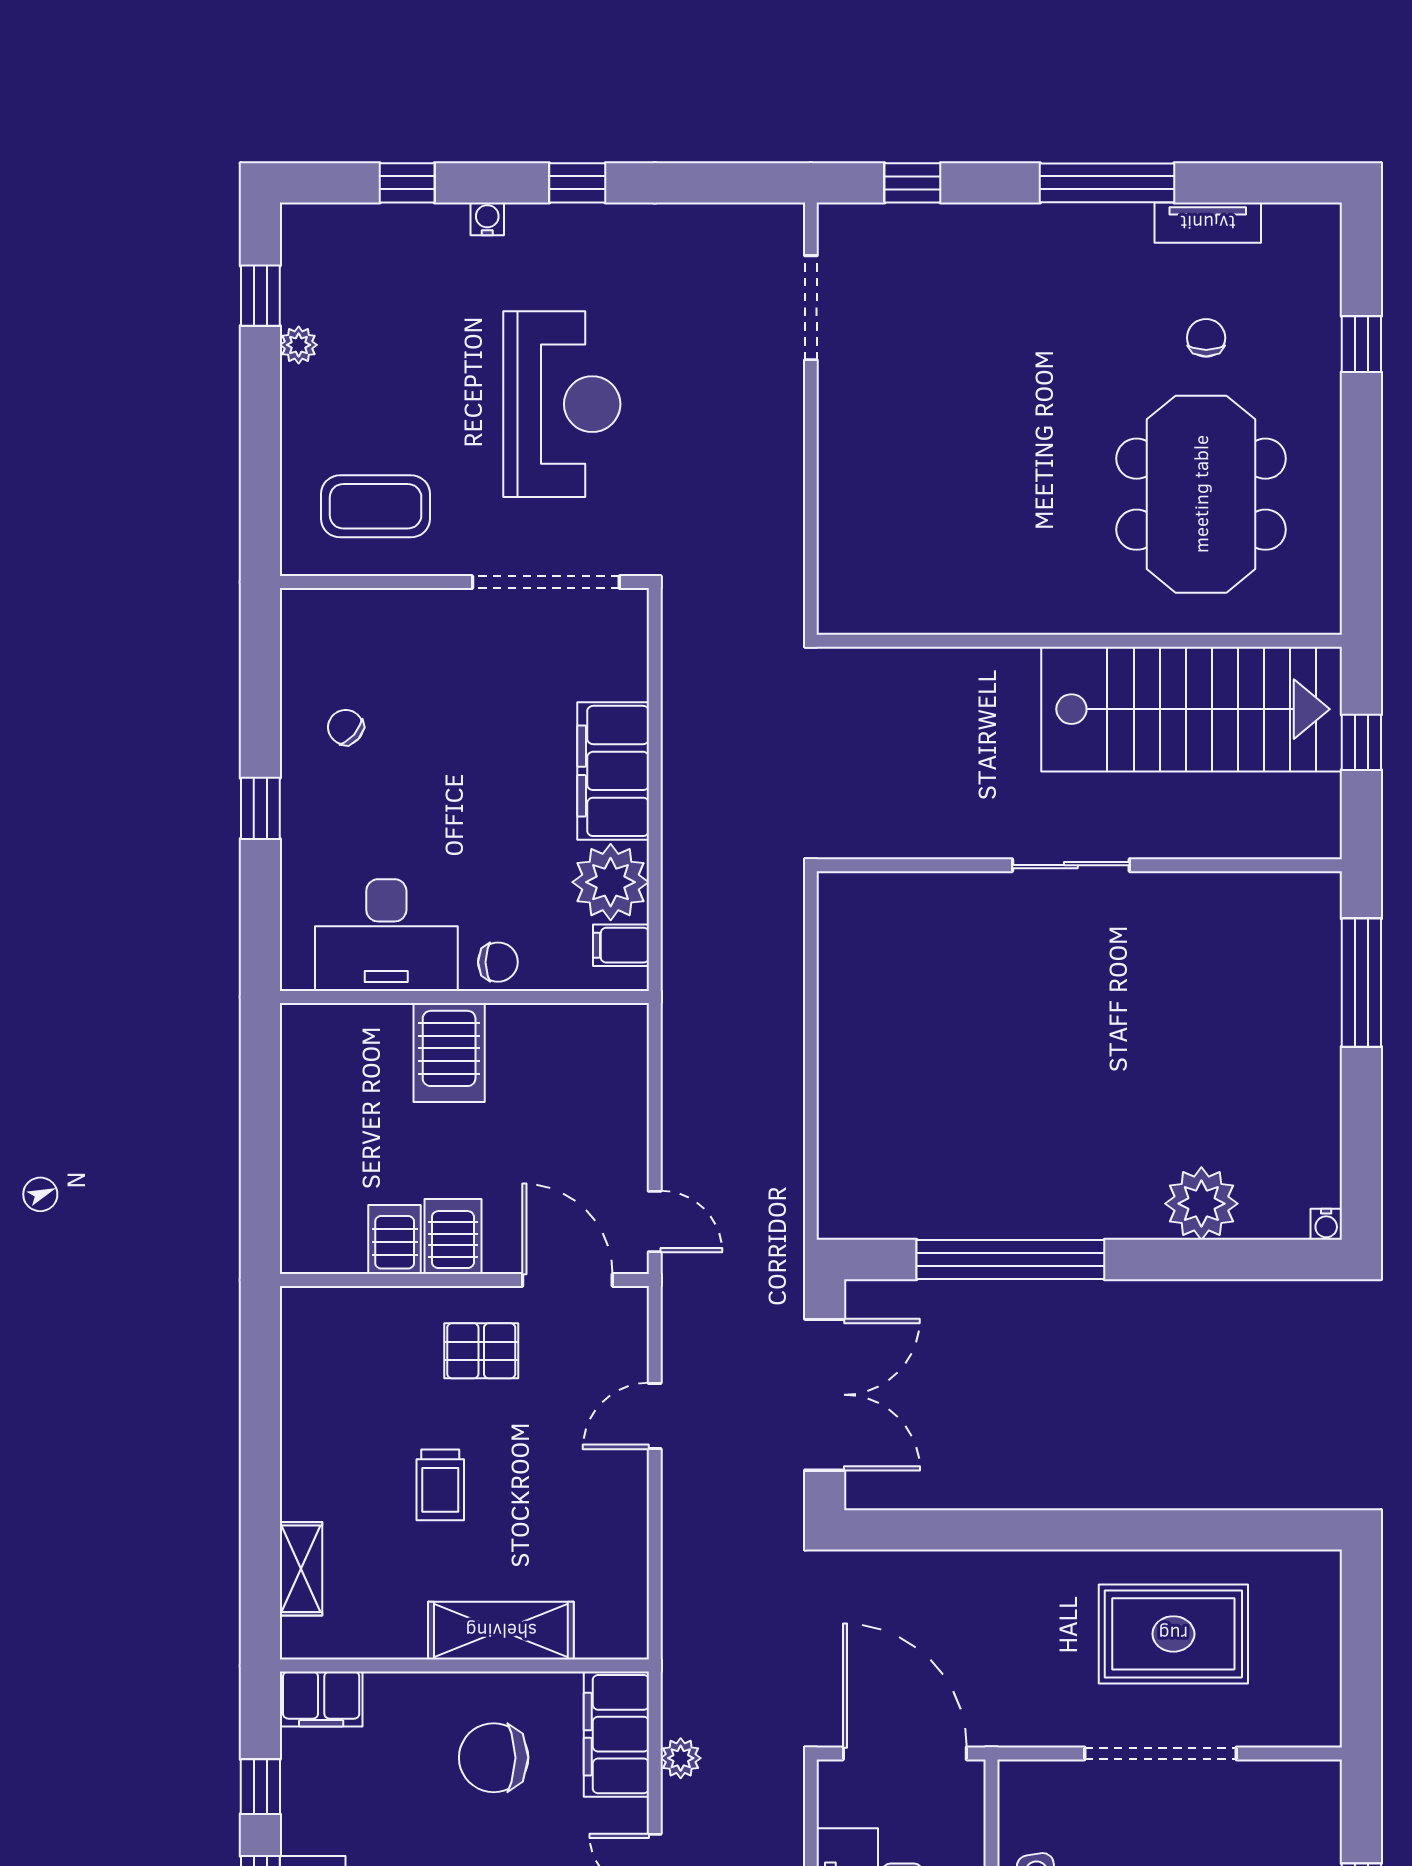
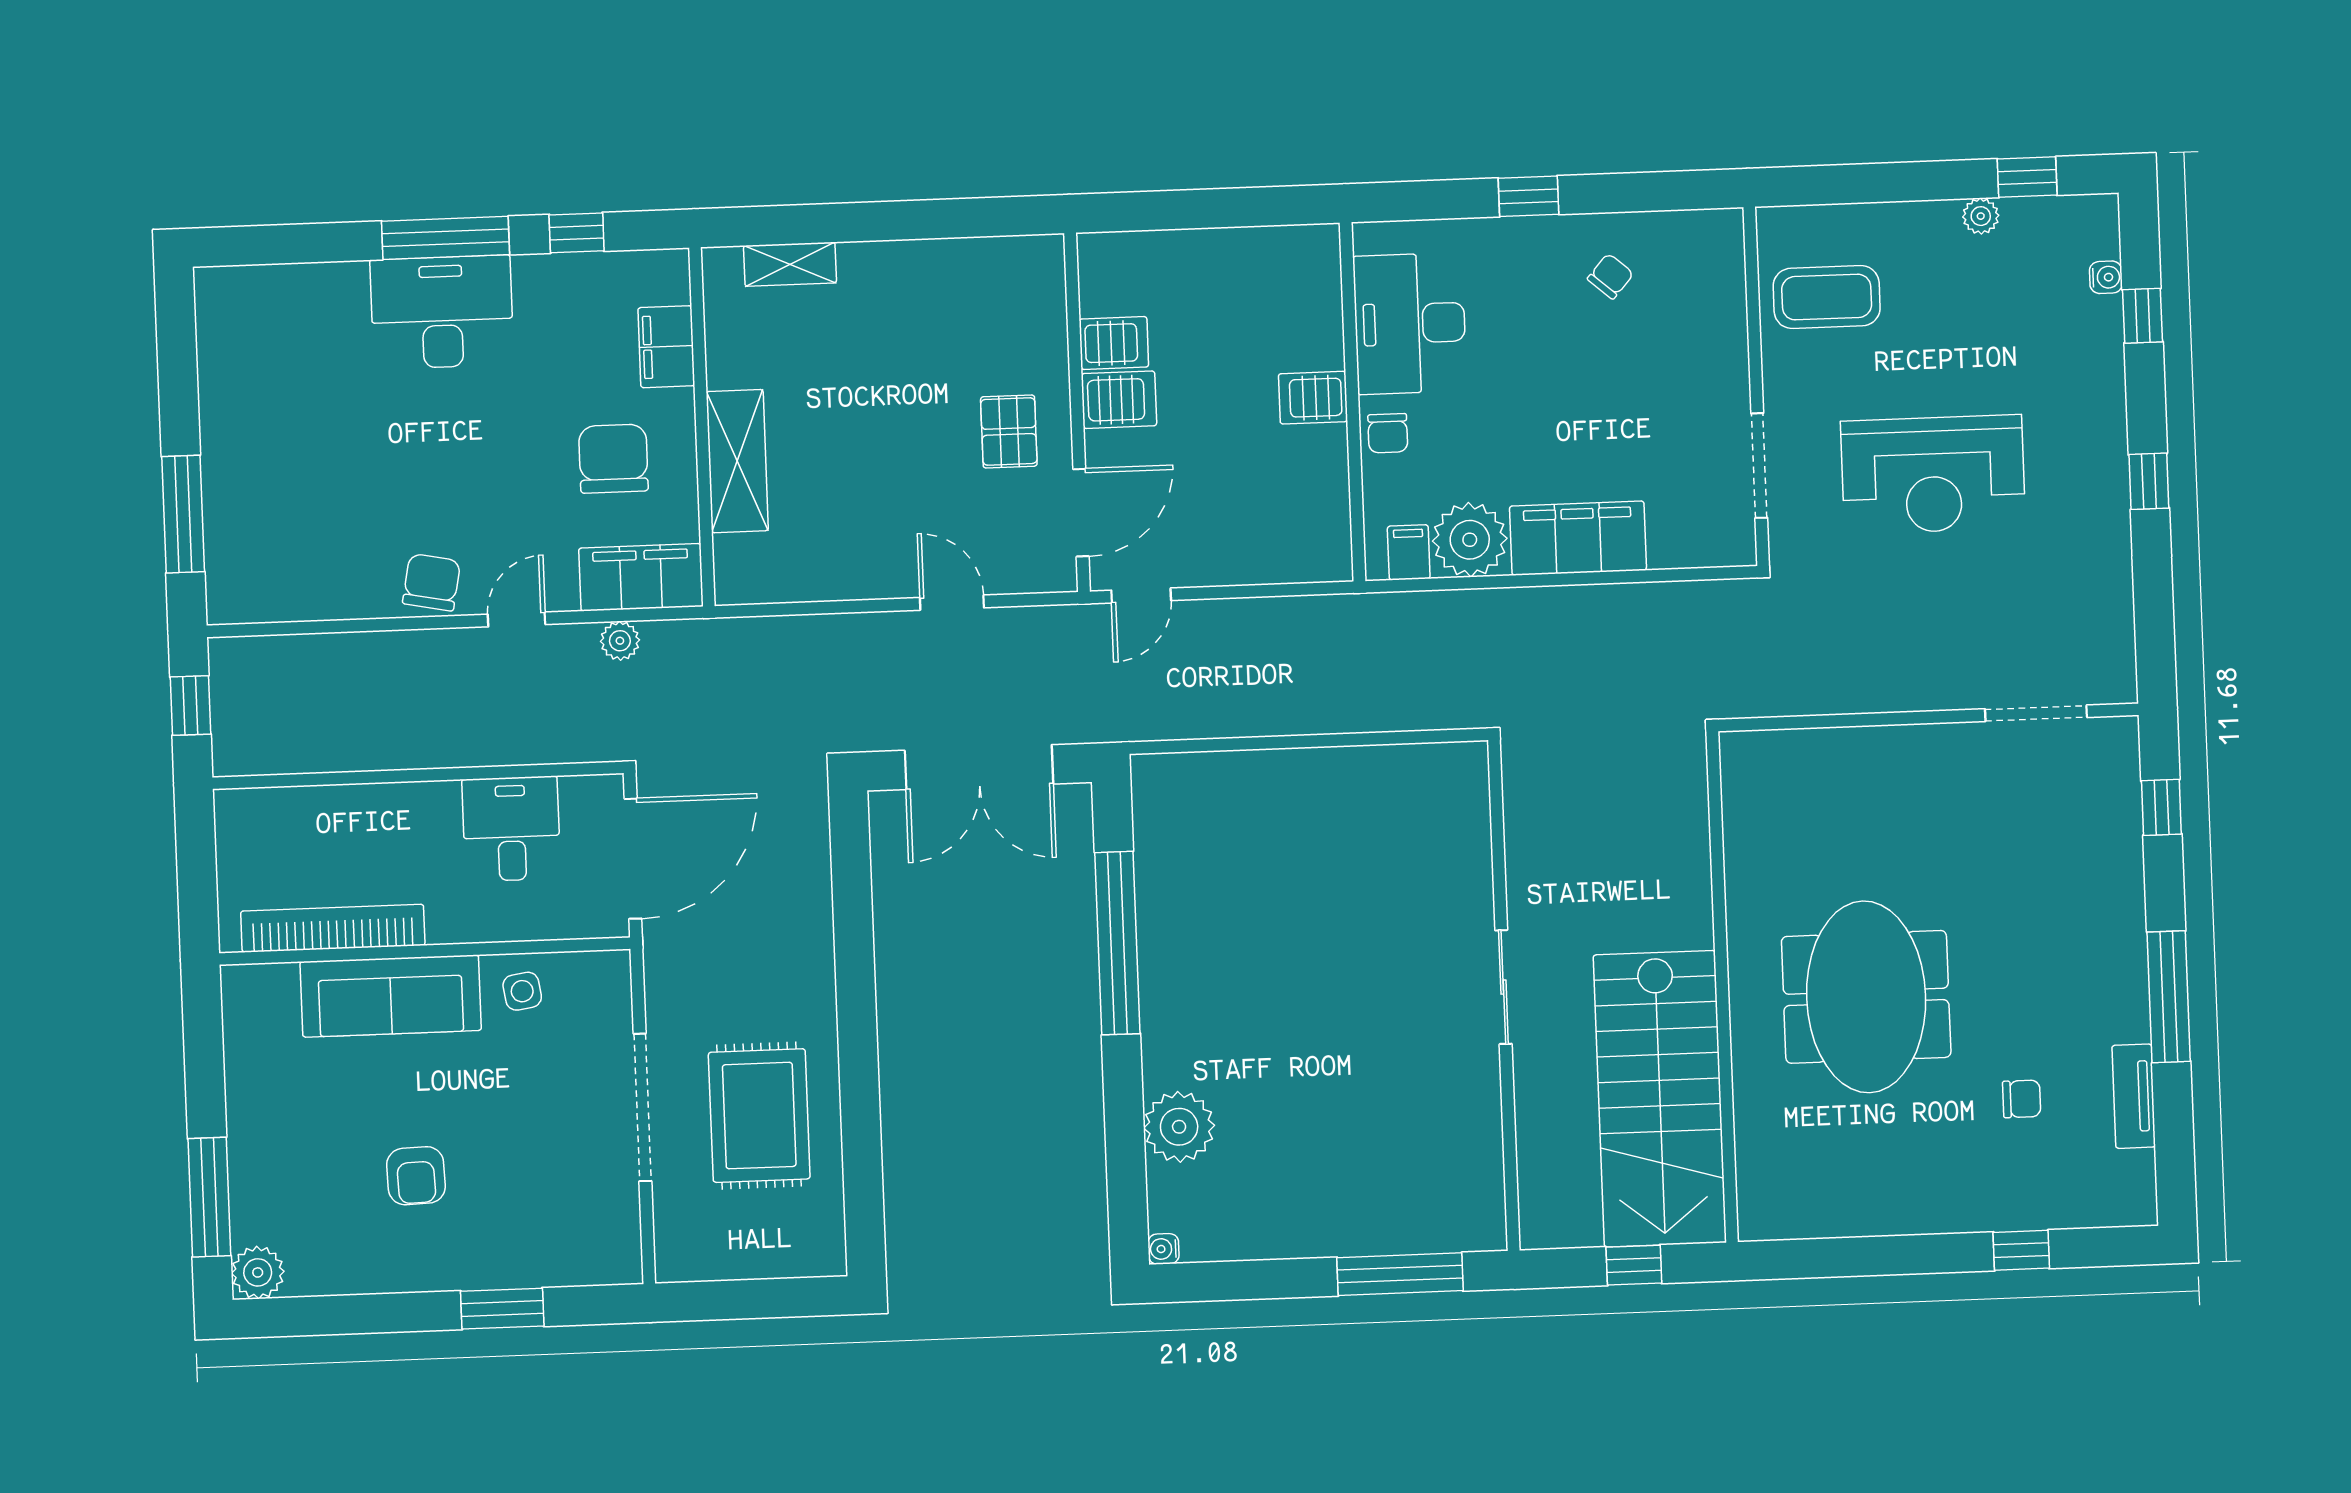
water cooler: (487, 219) -> (2106, 277), moved
meeting table: (1201, 494) -> (1866, 997), moved, turned 90
coffee table: (376, 506) -> (1827, 297), turned 90
doorway: (546, 582) -> (1759, 466), width x0.73
server rack: (449, 1052) -> (1313, 398), width x0.73, depth x0.70
trolley: (440, 1485) -> (877, 397), removed
filing cabinet: (321, 1699) -> (666, 347), moved

